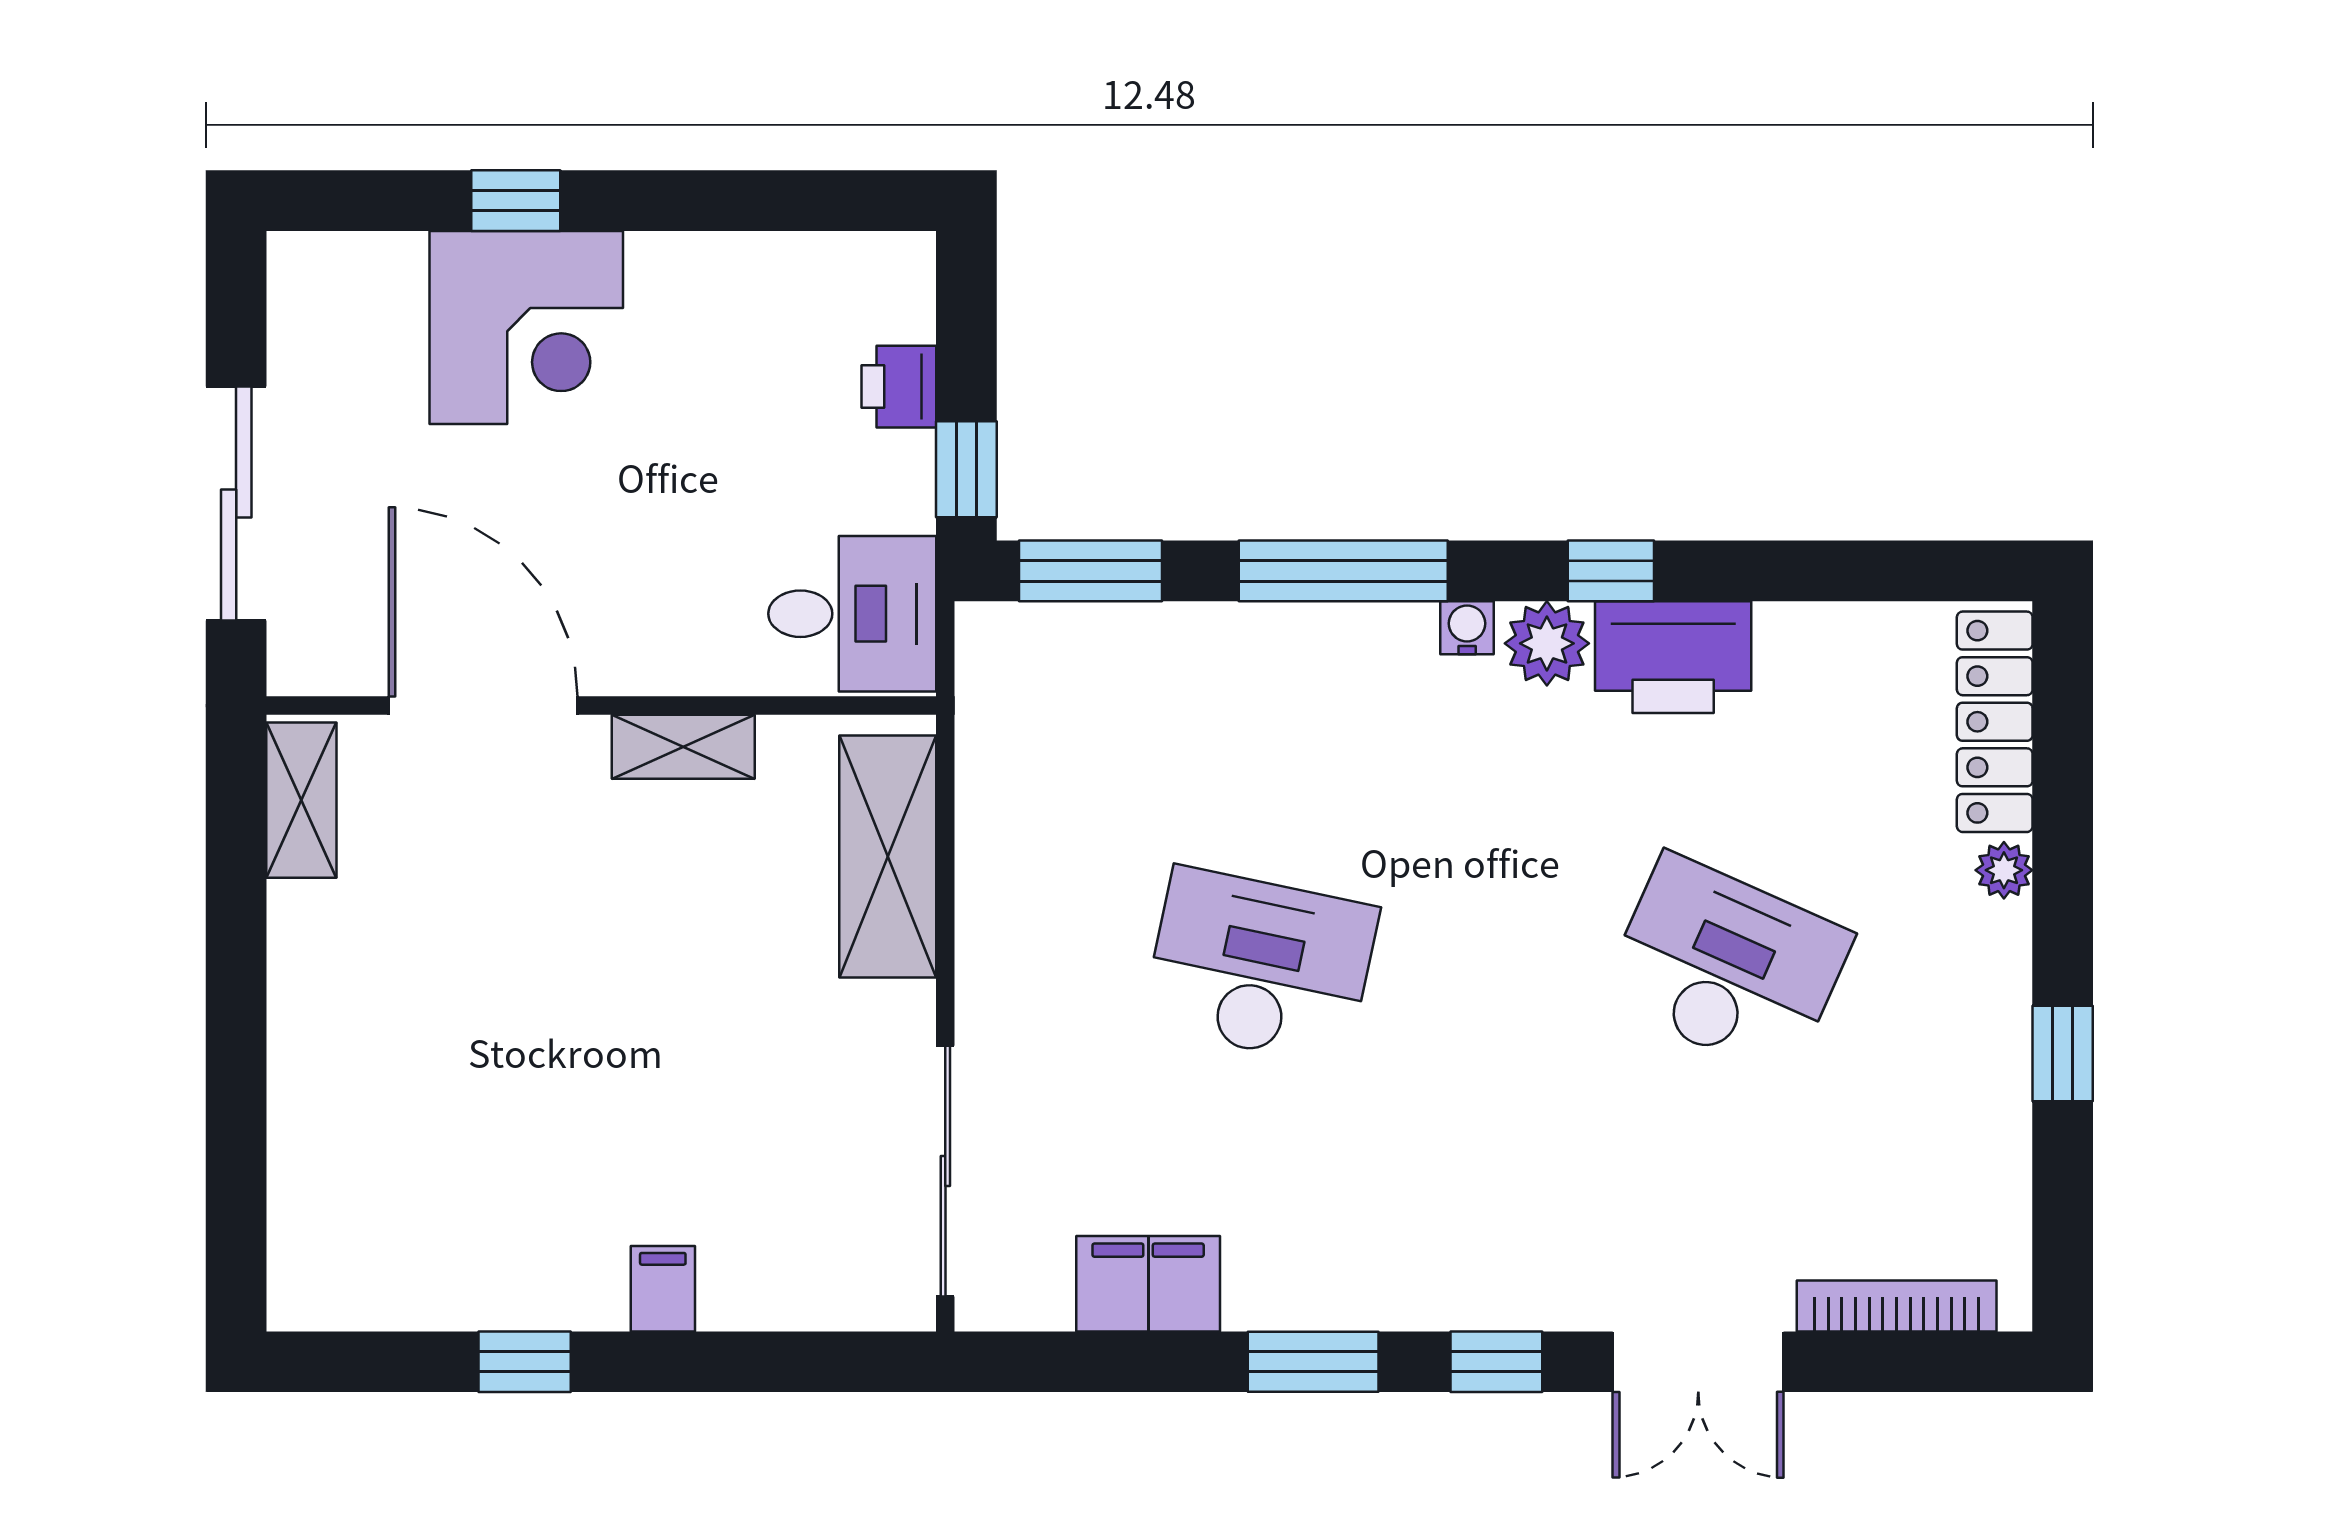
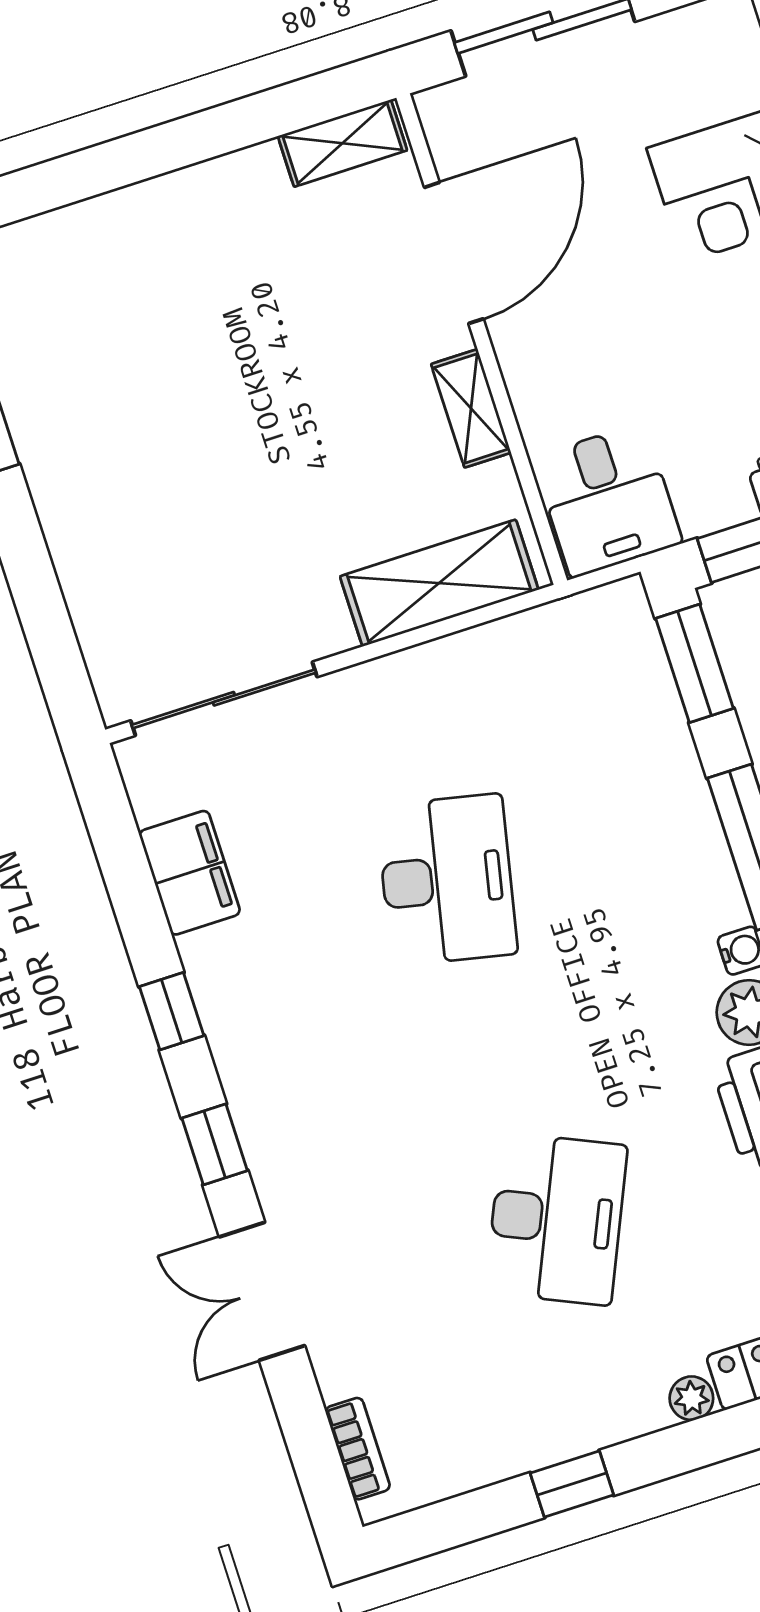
filing cabinet: (663, 1289) -> (72, 521), removed
bookcase: (1897, 1306) -> (358, 1449), width x0.64
window: (1313, 1362) -> (172, 1011), width x0.67

